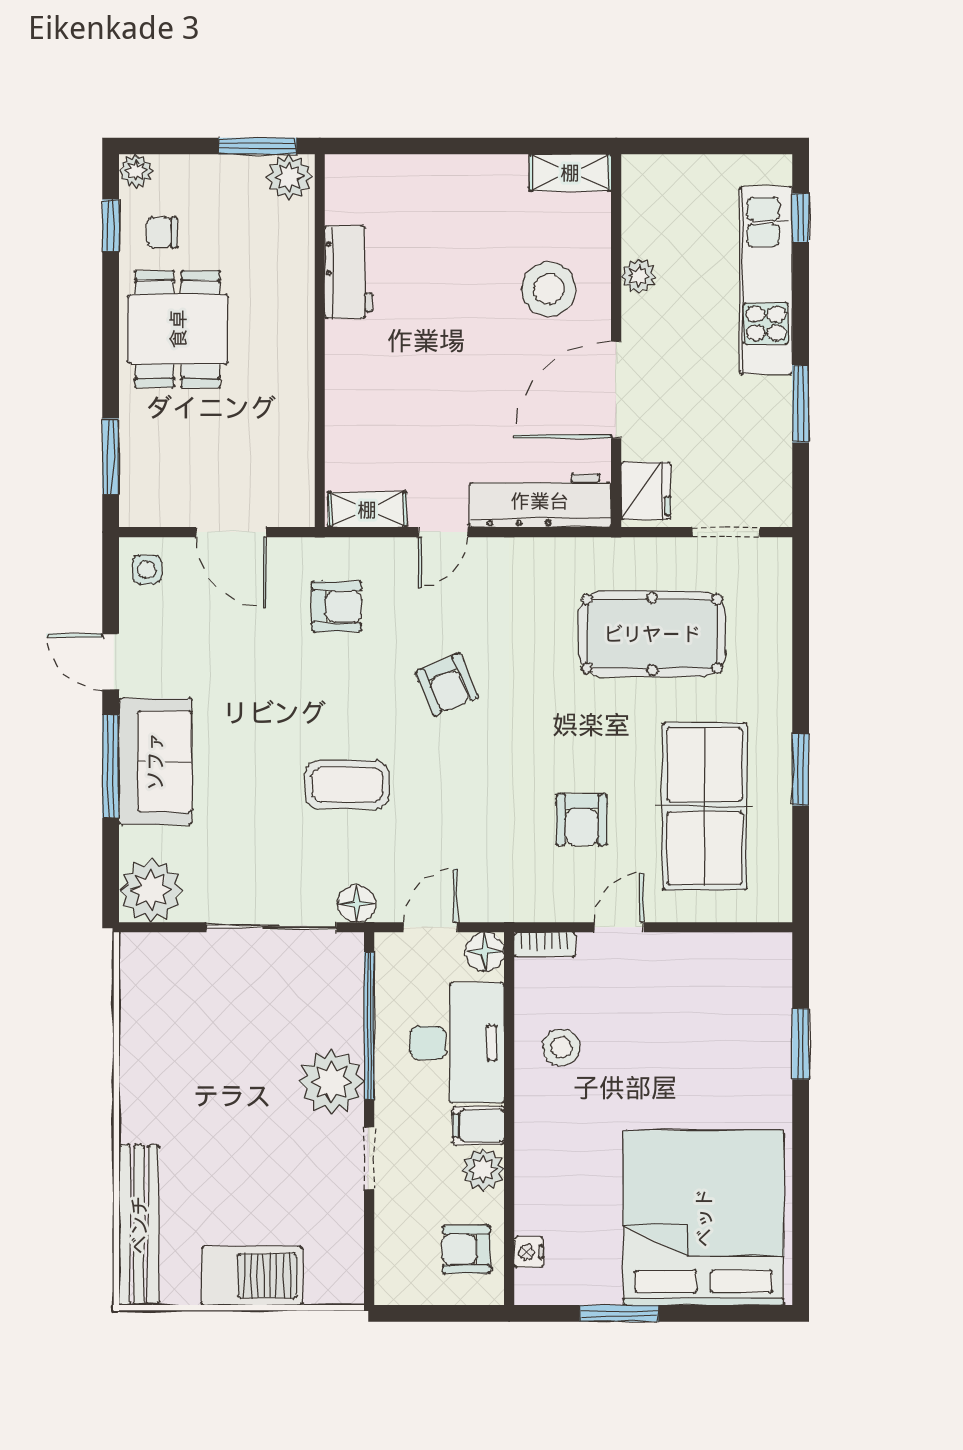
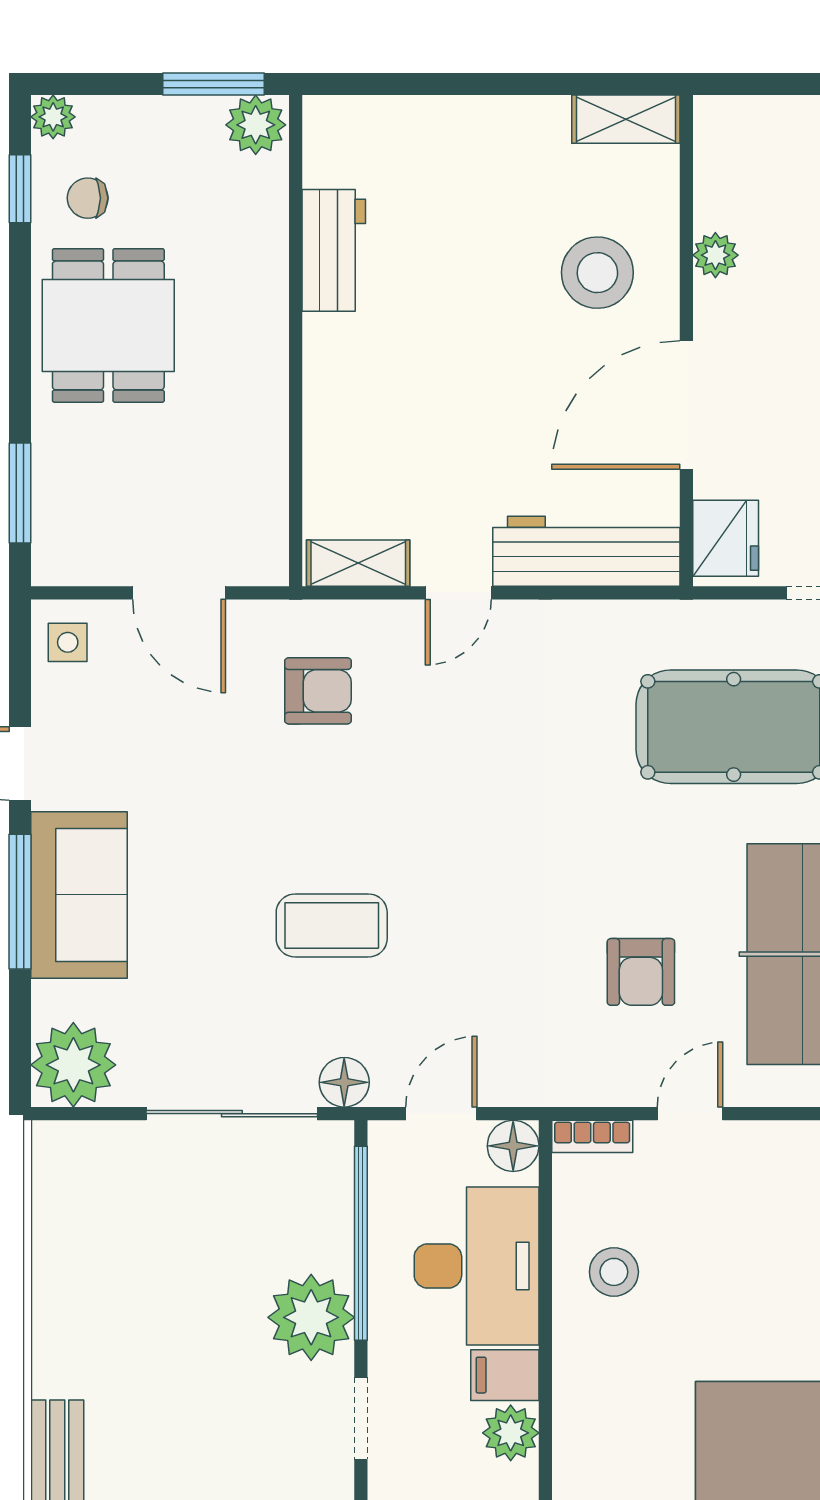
armchair: (447, 684) -> (463, 794), removed

